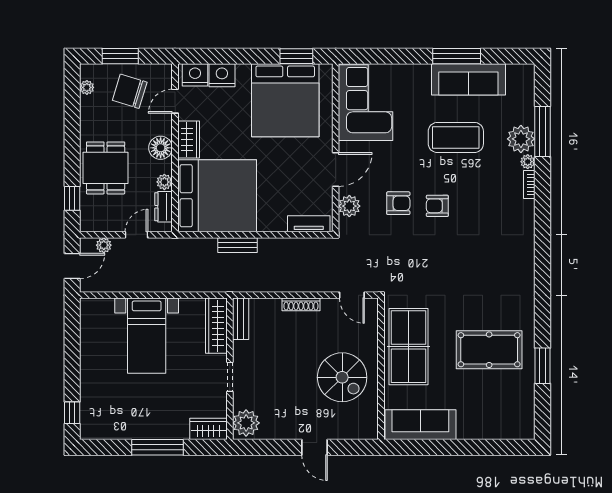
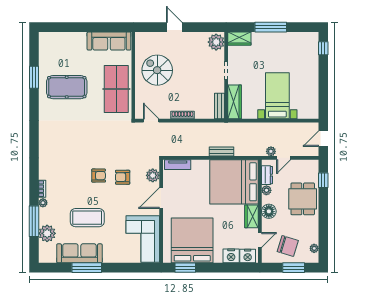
plant: (521, 139) -> (47, 233), moved
plant: (104, 245) -> (271, 151), moved

